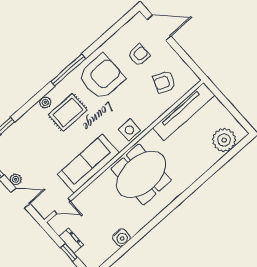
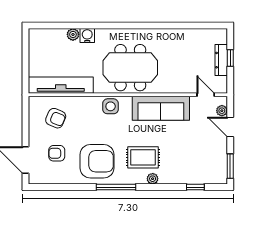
armchair: (101, 77) -> (97, 161), turned 180
plant: (224, 140) -> (73, 34), moved, width x0.53, depth x0.53
plant: (16, 179) -> (222, 111), moved
water cooler: (121, 237) -> (87, 36), moved
dresser: (71, 241) -> (221, 60), width x1.44

